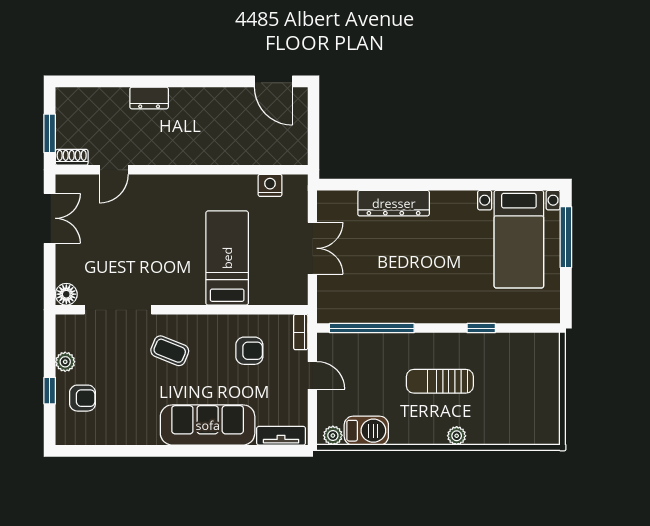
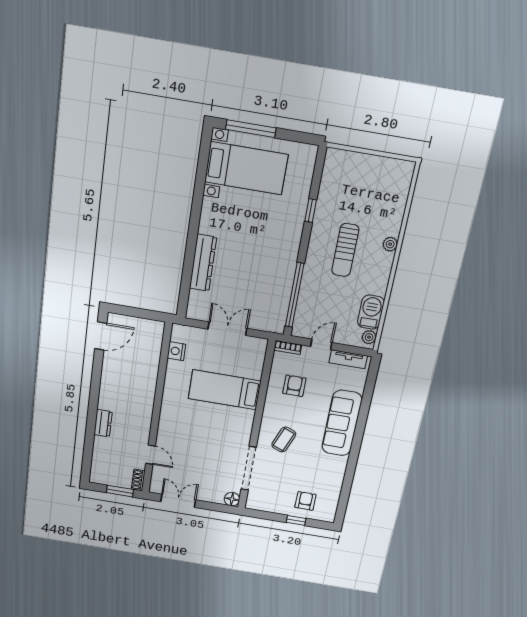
plant: (65, 362) -> (278, 508), removed
tv unit: (281, 436) -> (348, 359), moved, turned -90

